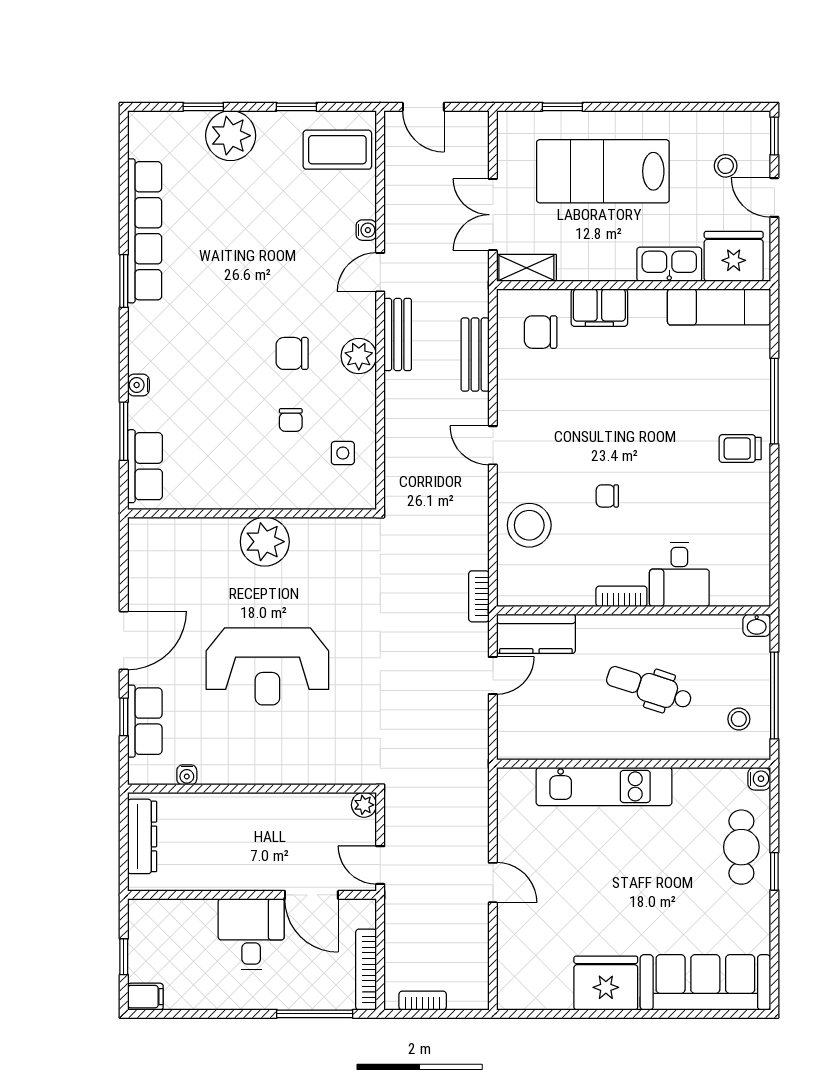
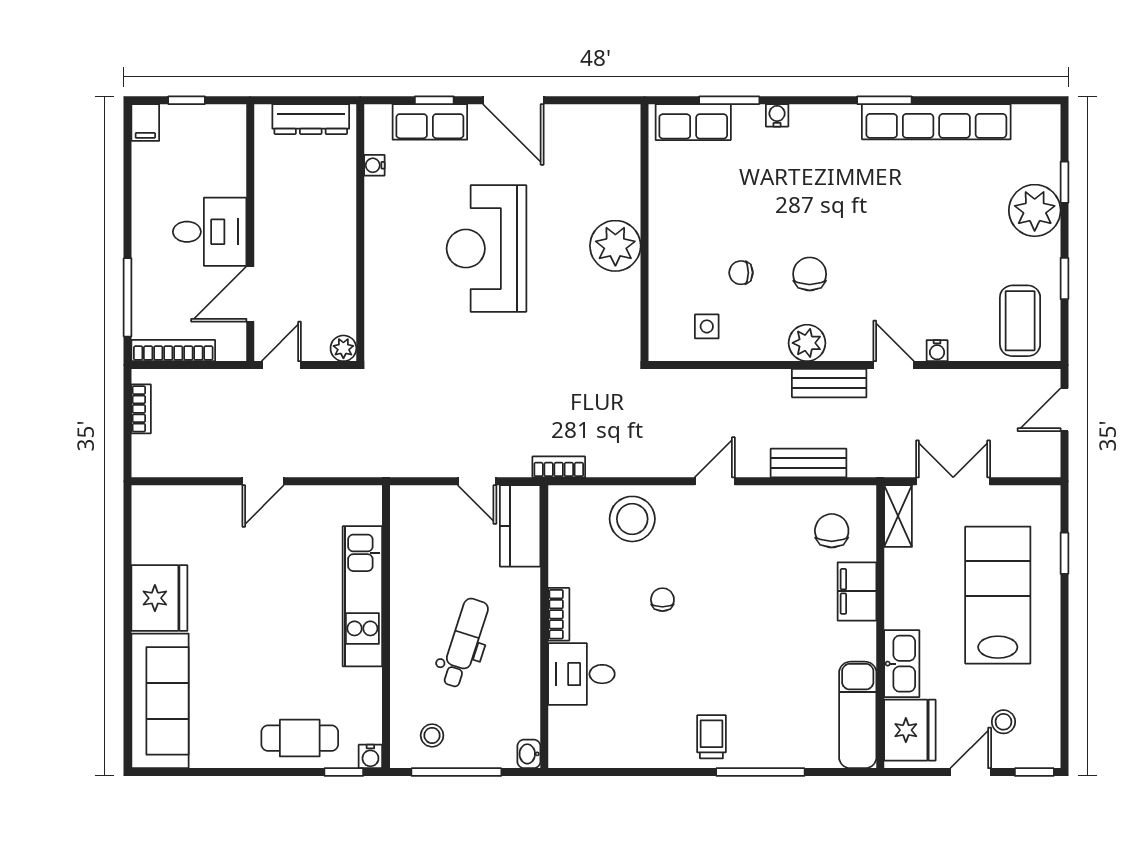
window: (774, 871) -> (344, 772), moved

